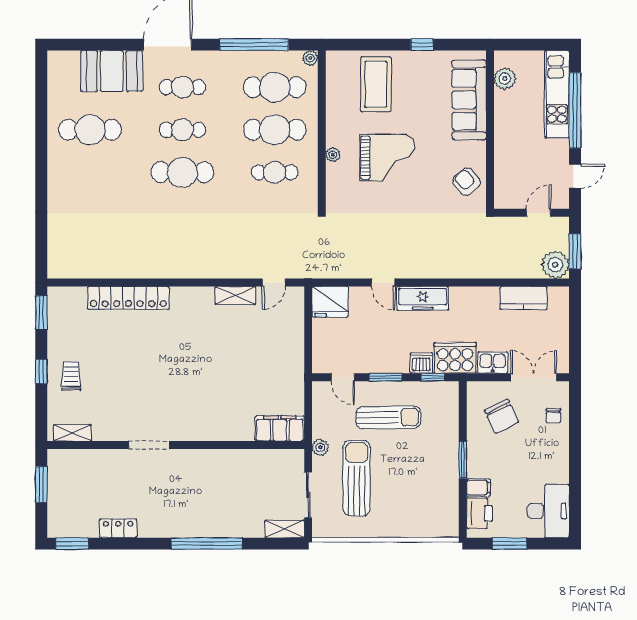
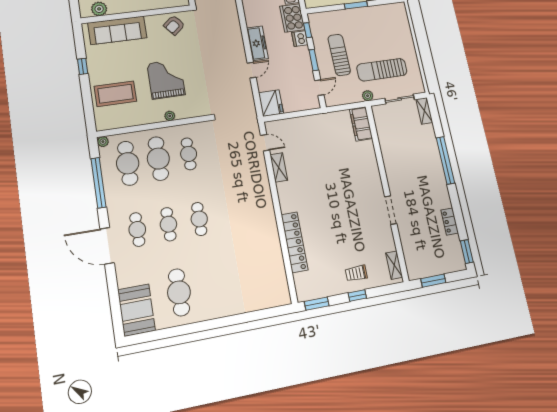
booth: (112, 71) -> (136, 310), moved
cafe table: (182, 172) -> (199, 219), width x0.73, depth x0.74

